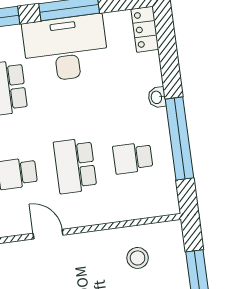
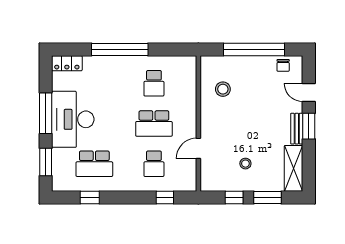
washbasin: (157, 97) -> (115, 61), removed
window: (179, 138) -> (120, 50), moved

